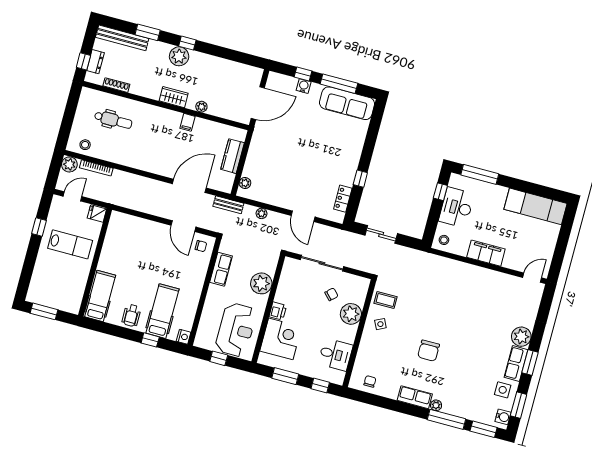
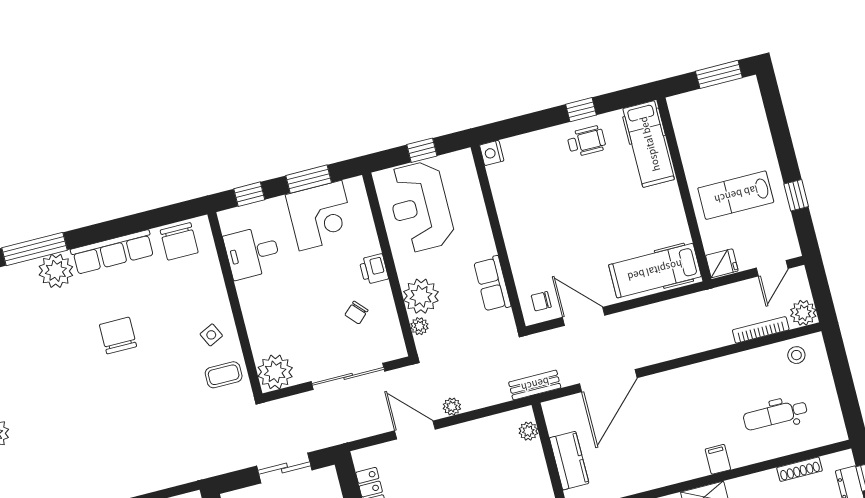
filing cabinet: (188, 122) -> (718, 459), moved
plant: (262, 213) -> (452, 407), moved
plant: (271, 268) -> (419, 326), added
chair: (331, 294) -> (356, 313), moved
hospital bed: (162, 311) -> (655, 271), moved, turned 90
plant: (351, 314) -> (275, 372), moved
wheelchair: (131, 315) -> (586, 141), turned 90
corner desk: (281, 339) -> (320, 216), moved, turned -90
window: (150, 340) -> (581, 110), moved
chair: (370, 381) -> (179, 241), width x1.87, depth x1.87
row of seats: (415, 397) -> (113, 252), width x1.48
plant: (436, 405) -> (56, 271), width x1.88, depth x1.88

